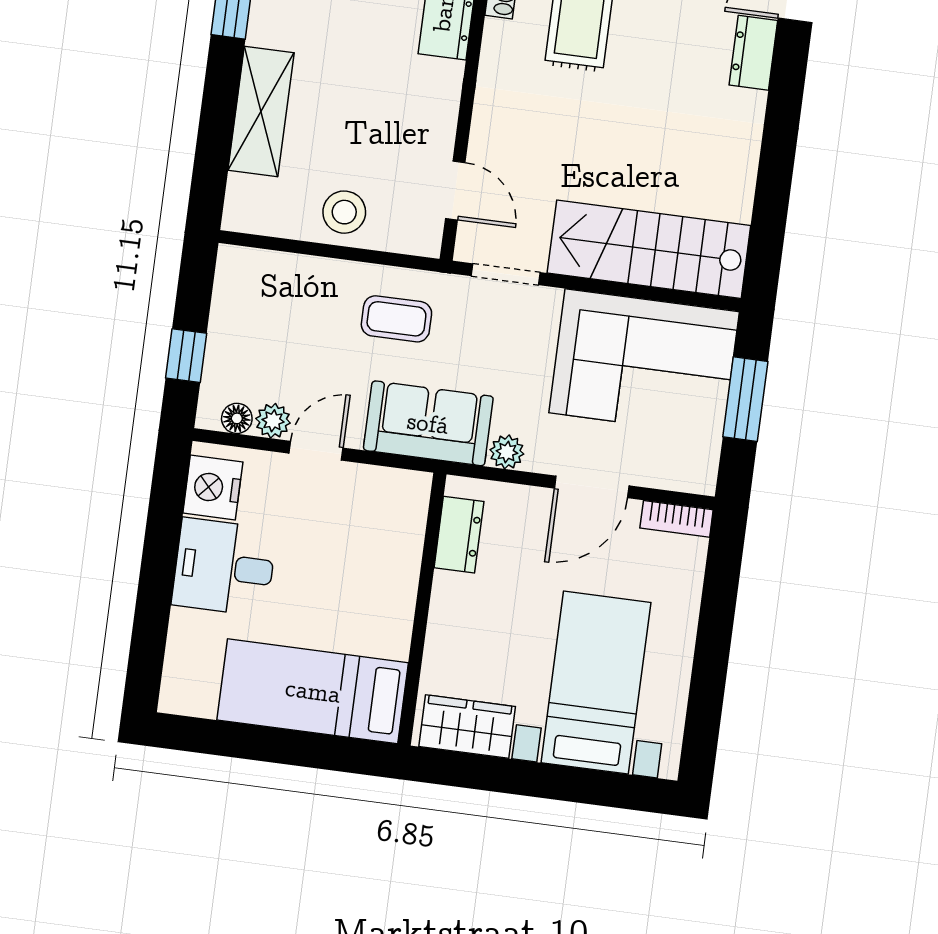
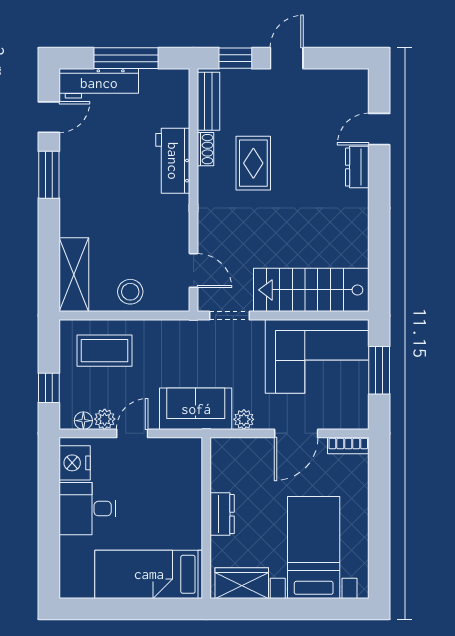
shelving: (261, 111) -> (74, 275), moved
coffee table: (396, 319) -> (104, 351), moved, width x1.36, depth x1.30
dresser: (459, 535) -> (222, 514), moved

